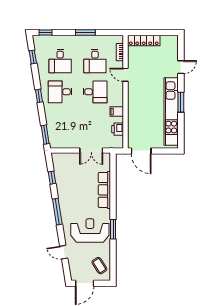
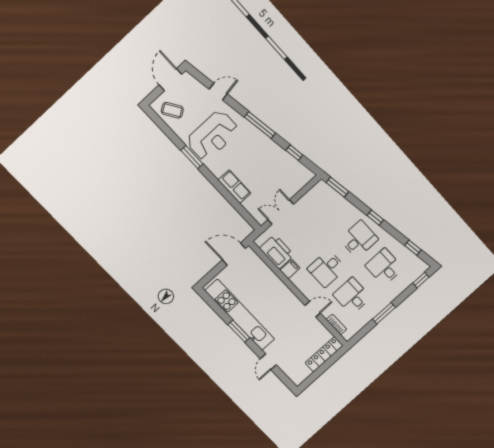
printer: (118, 129) -> (277, 252), width x1.87, depth x1.48
row of seats: (104, 190) -> (235, 187), width x0.68

